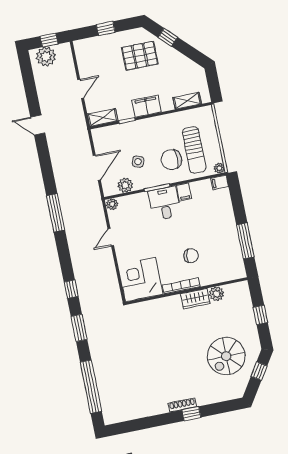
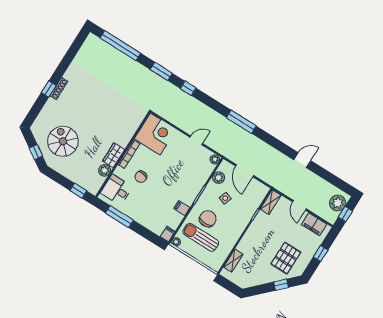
filing cabinet: (147, 106) -> (314, 224), moved, turned 90
desk: (164, 203) -> (116, 190), moved, turned 180
door: (111, 237) -> (196, 140), hinge flipped
window: (260, 315) -> (78, 191), moved

